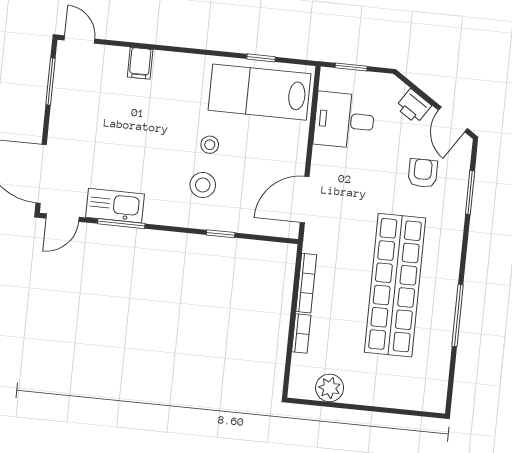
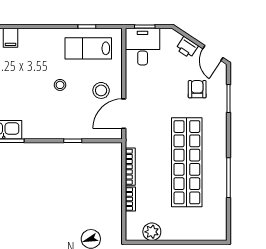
lab bench: (260, 92) -> (88, 48), width x0.73, depth x0.72
desk: (344, 120) -> (143, 47), moved, turned 90
stool: (203, 185) -> (101, 90), moved

